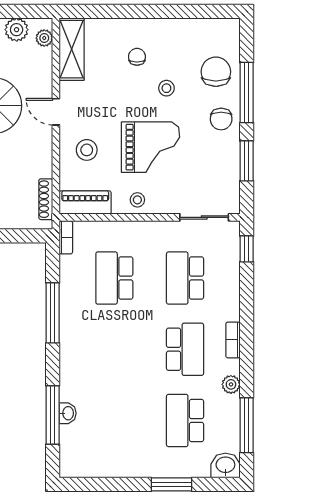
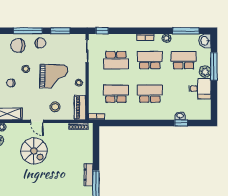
door: (56, 112) -> (37, 121), hinge flipped
grand piano: (151, 147) -> (54, 76), turned 92
school desk: (114, 278) -> (116, 94), turned 180
window: (53, 313) -> (132, 123), removed
school desk: (114, 349) -> (150, 94), added
window: (53, 415) -> (181, 123), width x0.46
school desk: (185, 420) -> (184, 60), turned 180
desk: (125, 454) -> (200, 89), added
plant: (161, 466) -> (205, 72), added
window: (171, 484) -> (214, 67), width x1.44

